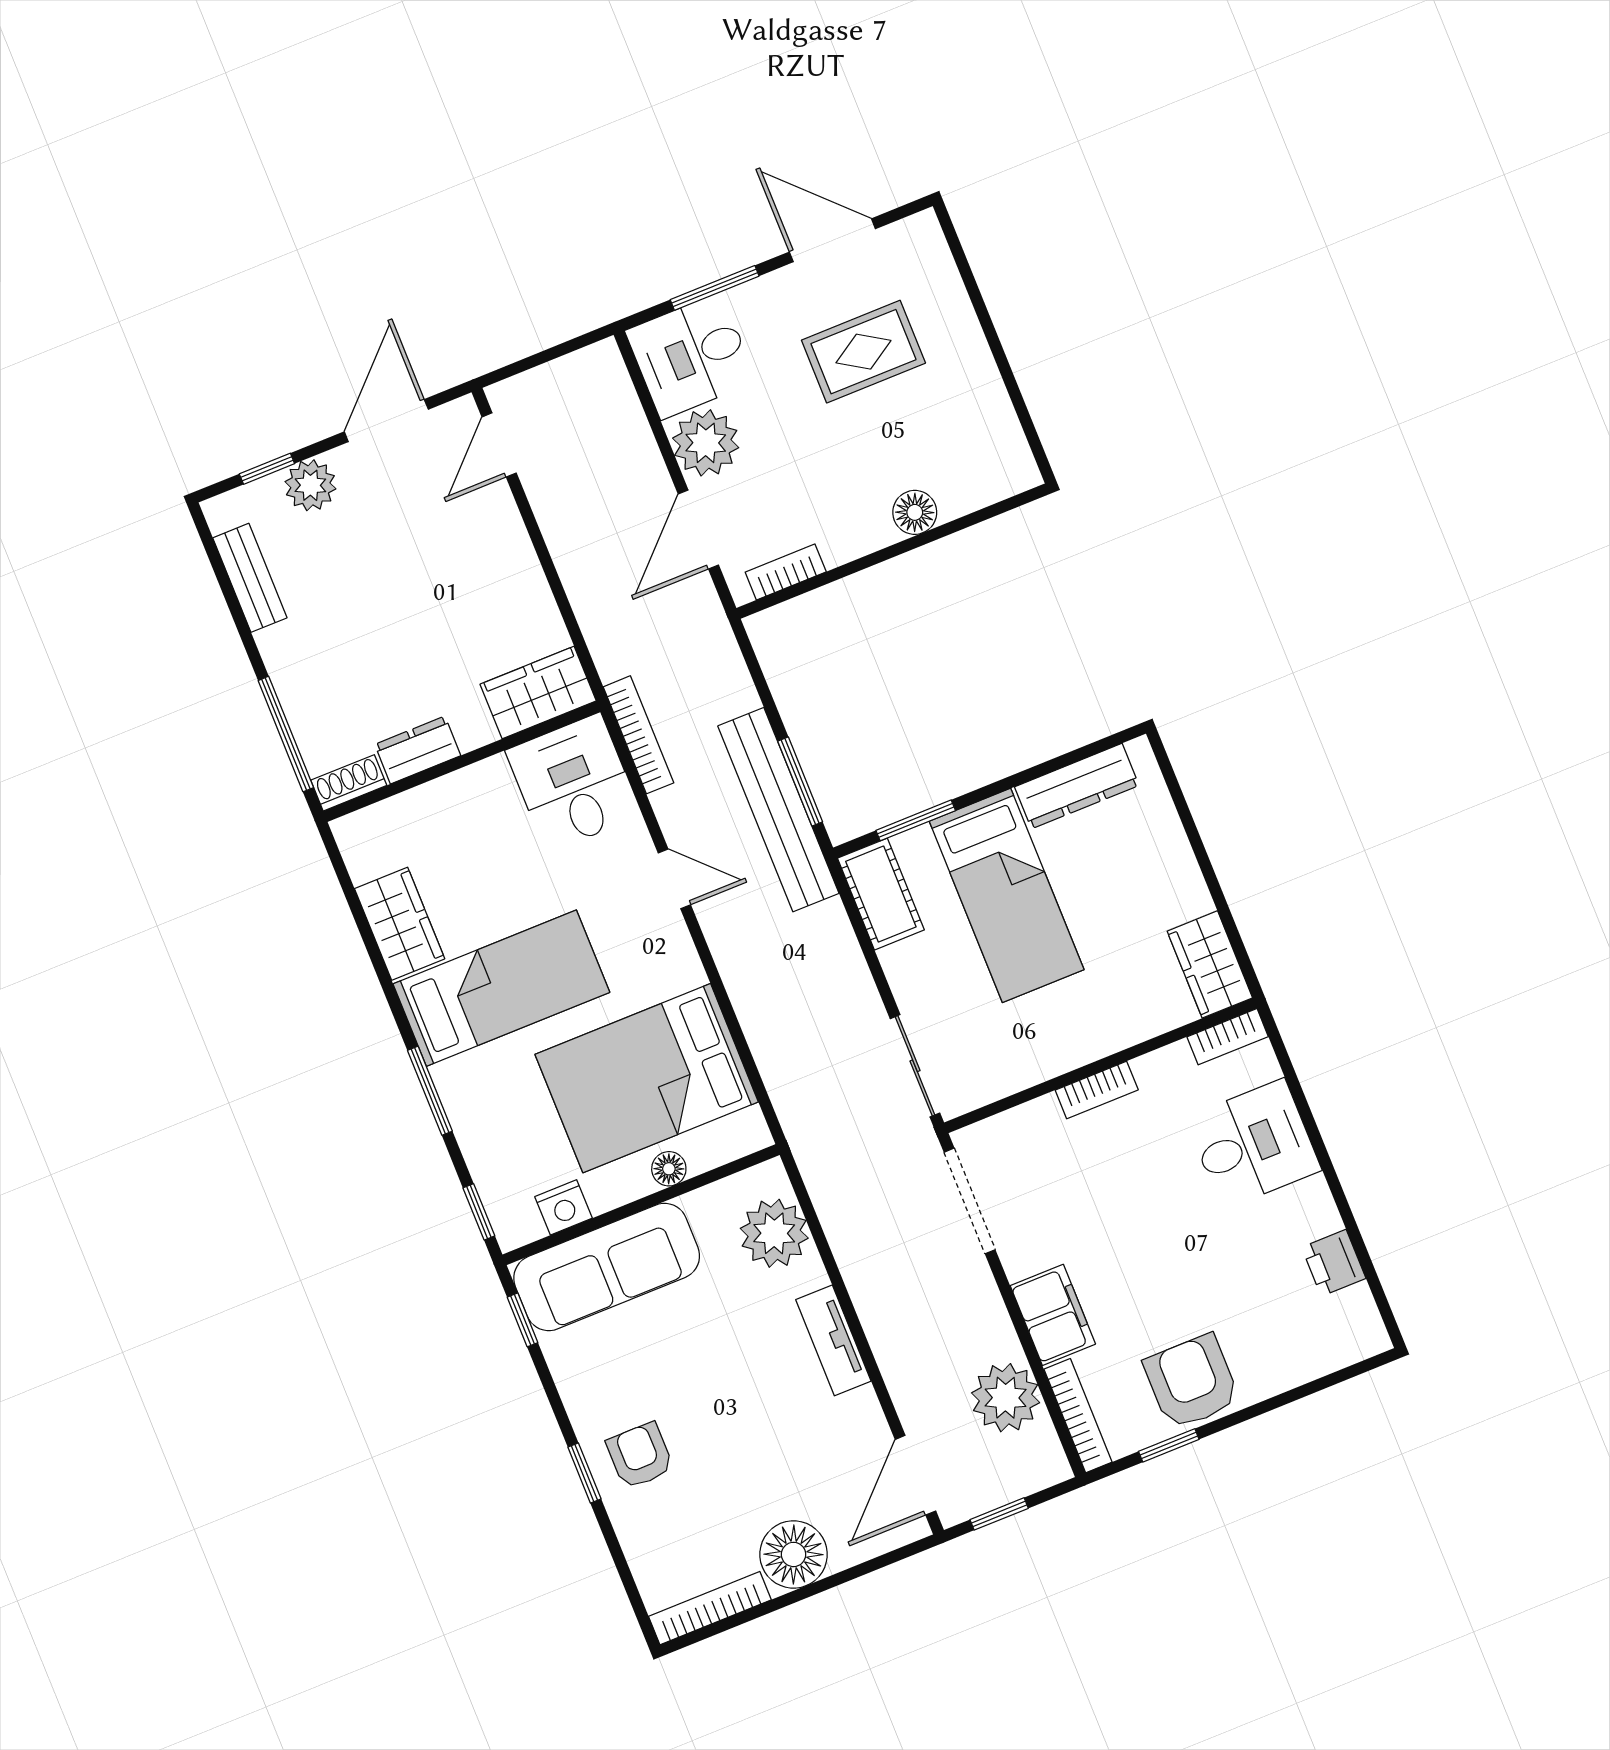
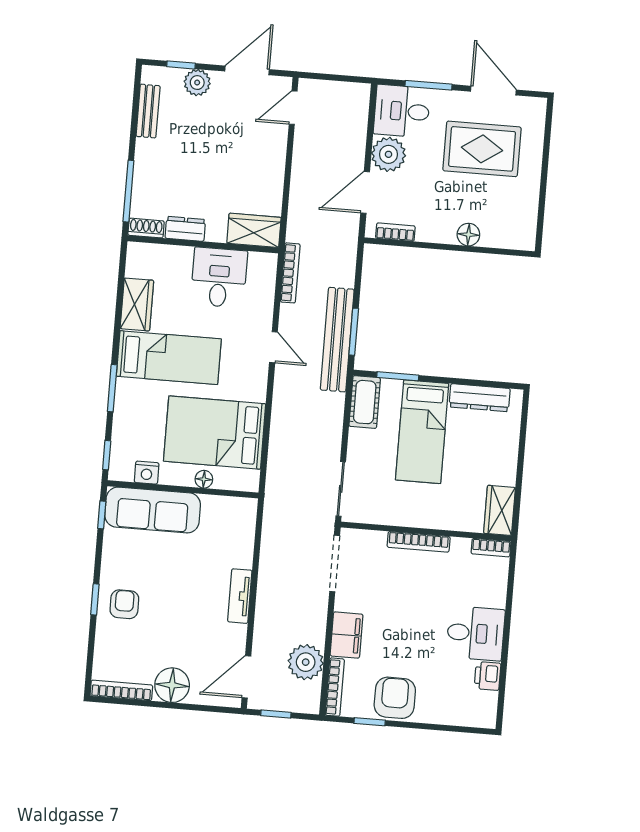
rug: (863, 352) -> (482, 149), width x1.36, depth x1.43
desk: (573, 783) -> (219, 277), moved
bookcase: (1097, 1090) -> (419, 542), width x1.56
desk: (1253, 1144) -> (476, 633), moved
plant: (774, 1233) -> (237, 533), removed

